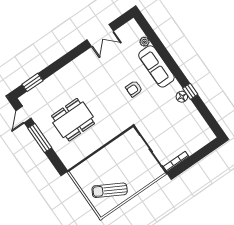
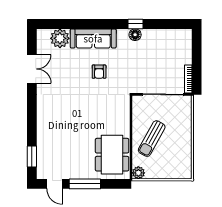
plant: (145, 42) -> (60, 38), width x1.88, depth x1.88
dining table: (73, 120) -> (112, 155), moved
plant: (77, 173) -> (138, 173), added
sun lounger: (110, 190) -> (152, 139), moved

